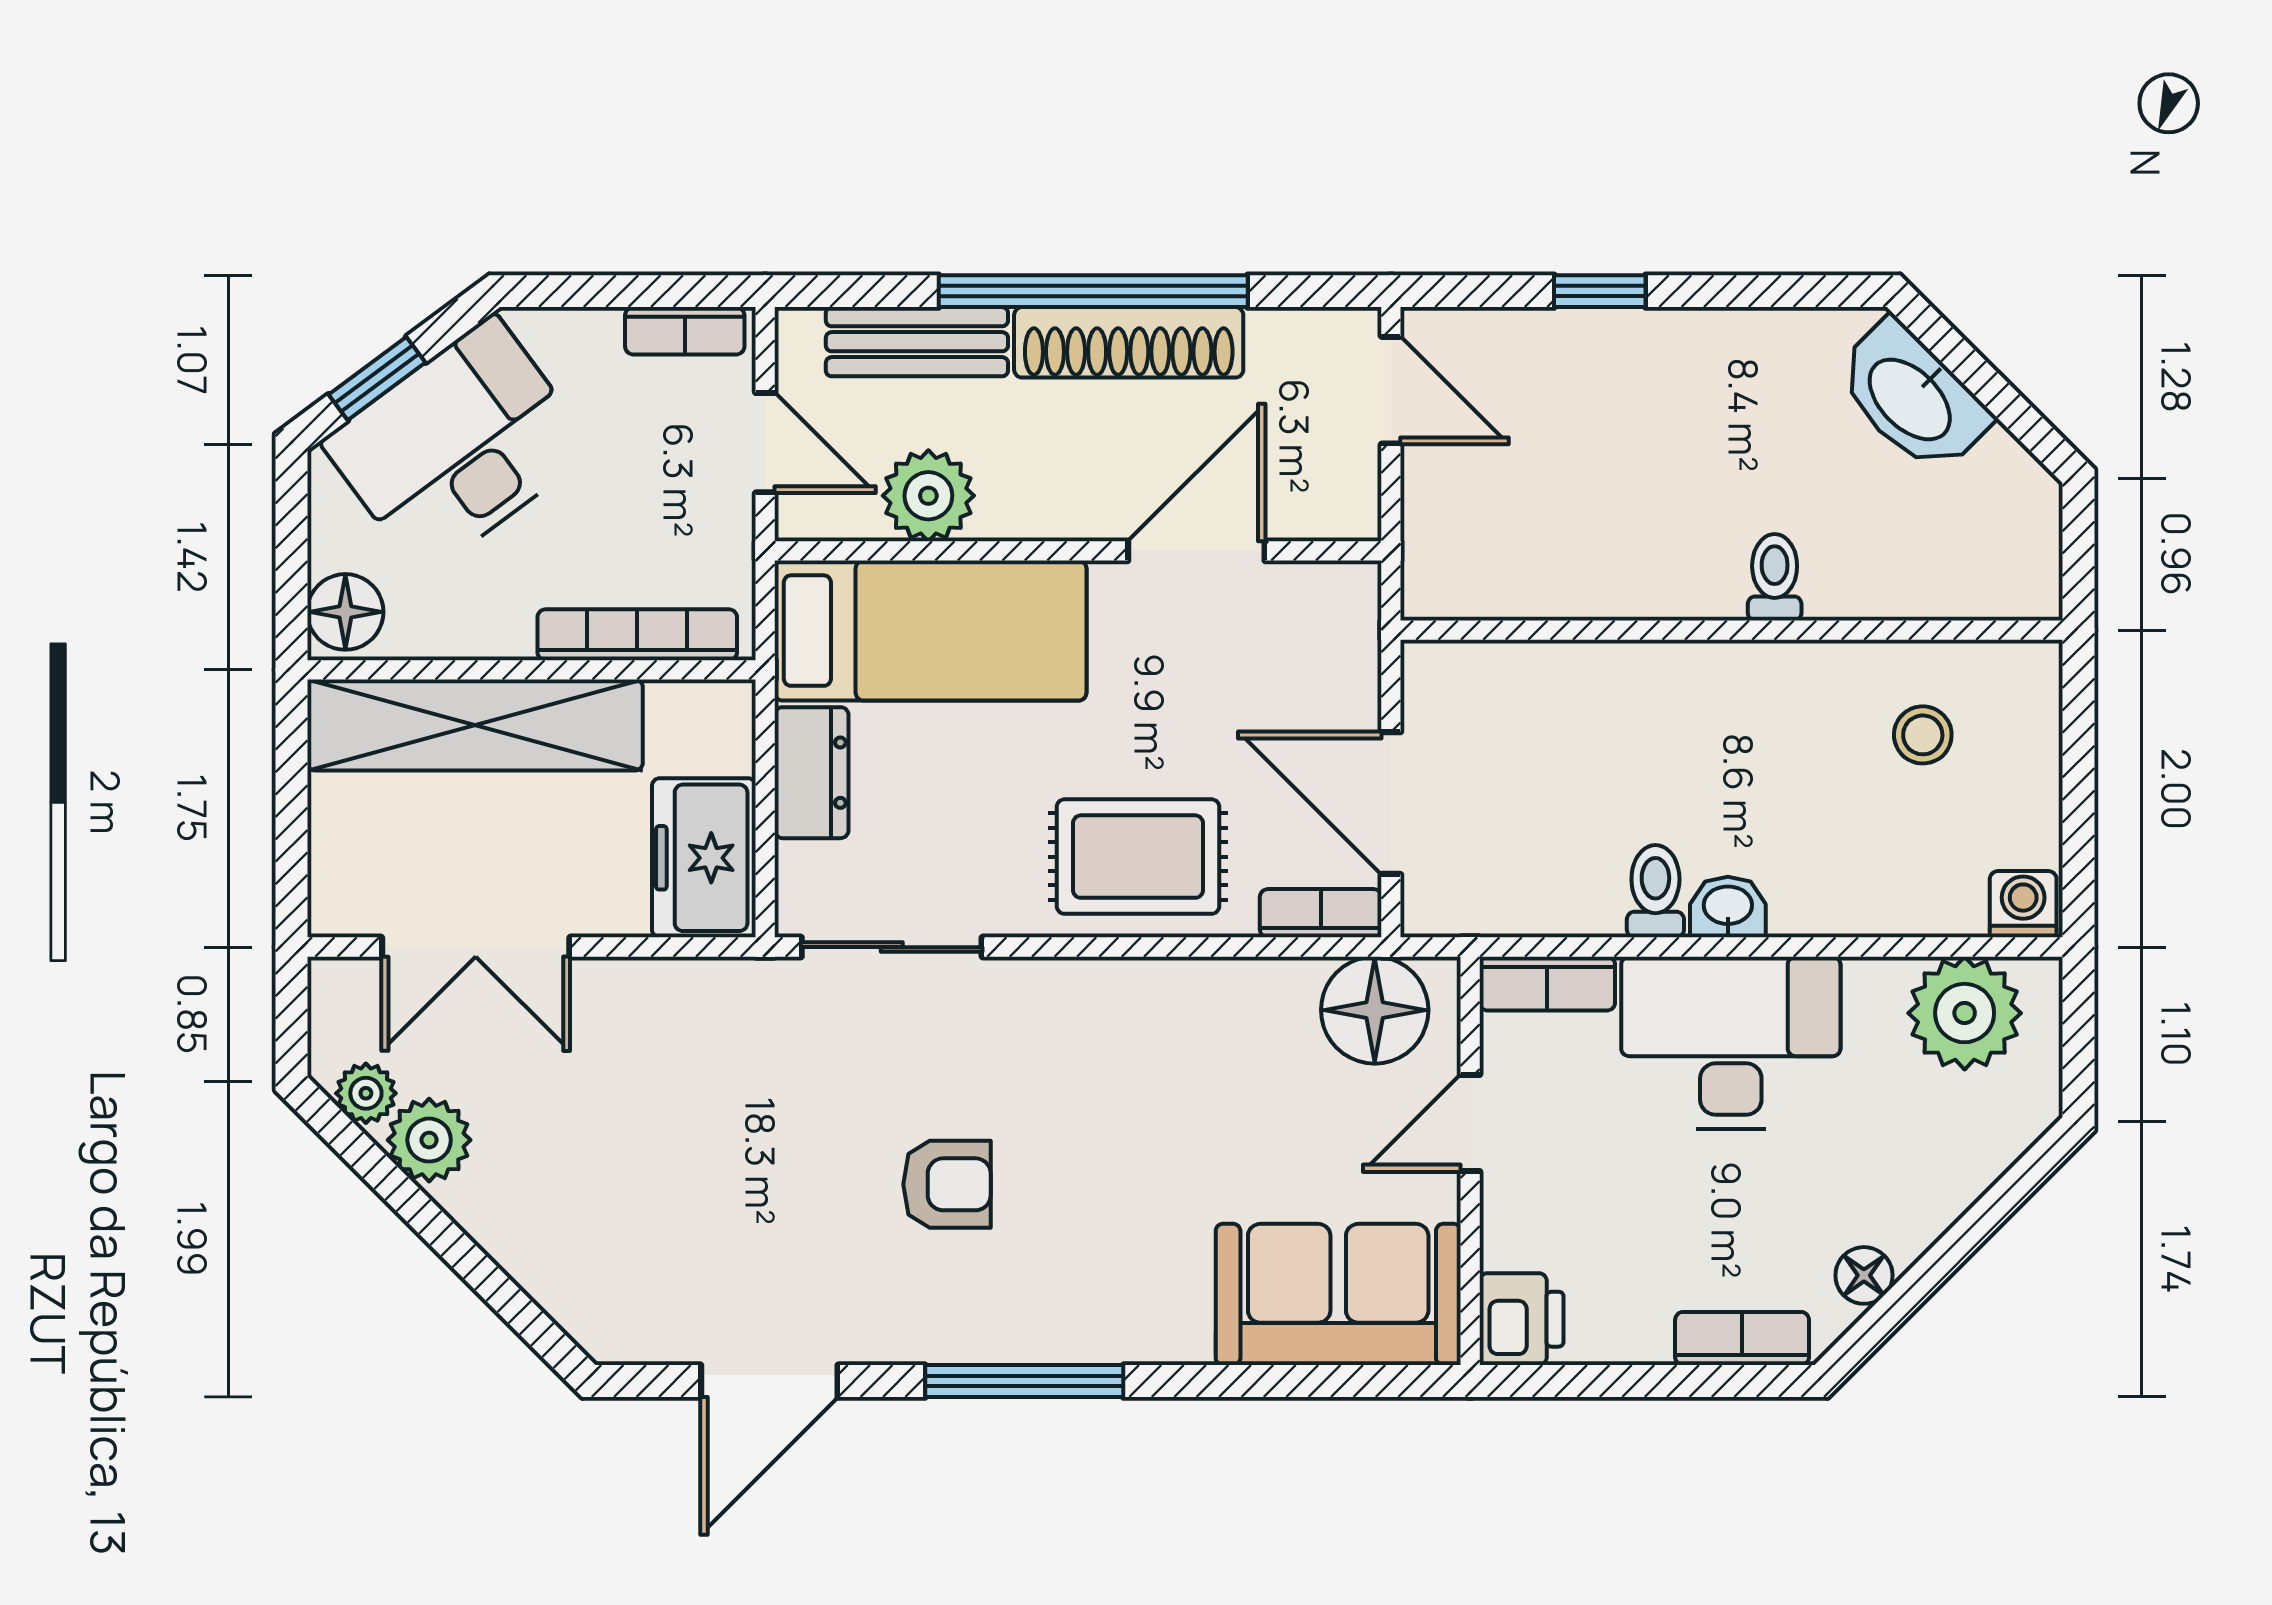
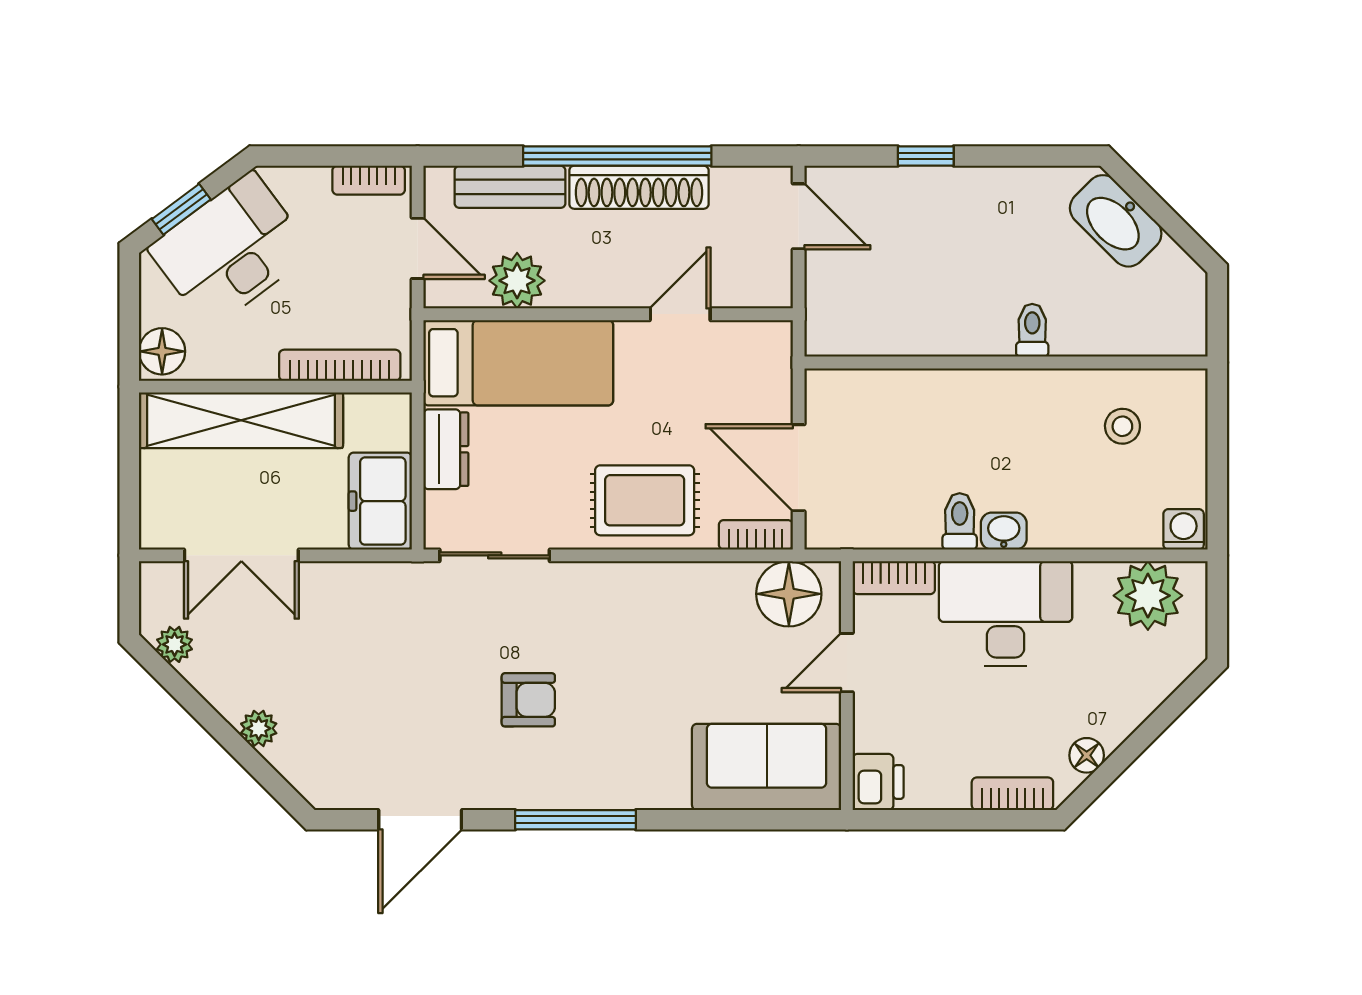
door: (1196, 551) -> (680, 314), width x0.73
plant: (429, 1140) -> (259, 728), moved, width x0.73, depth x0.73

